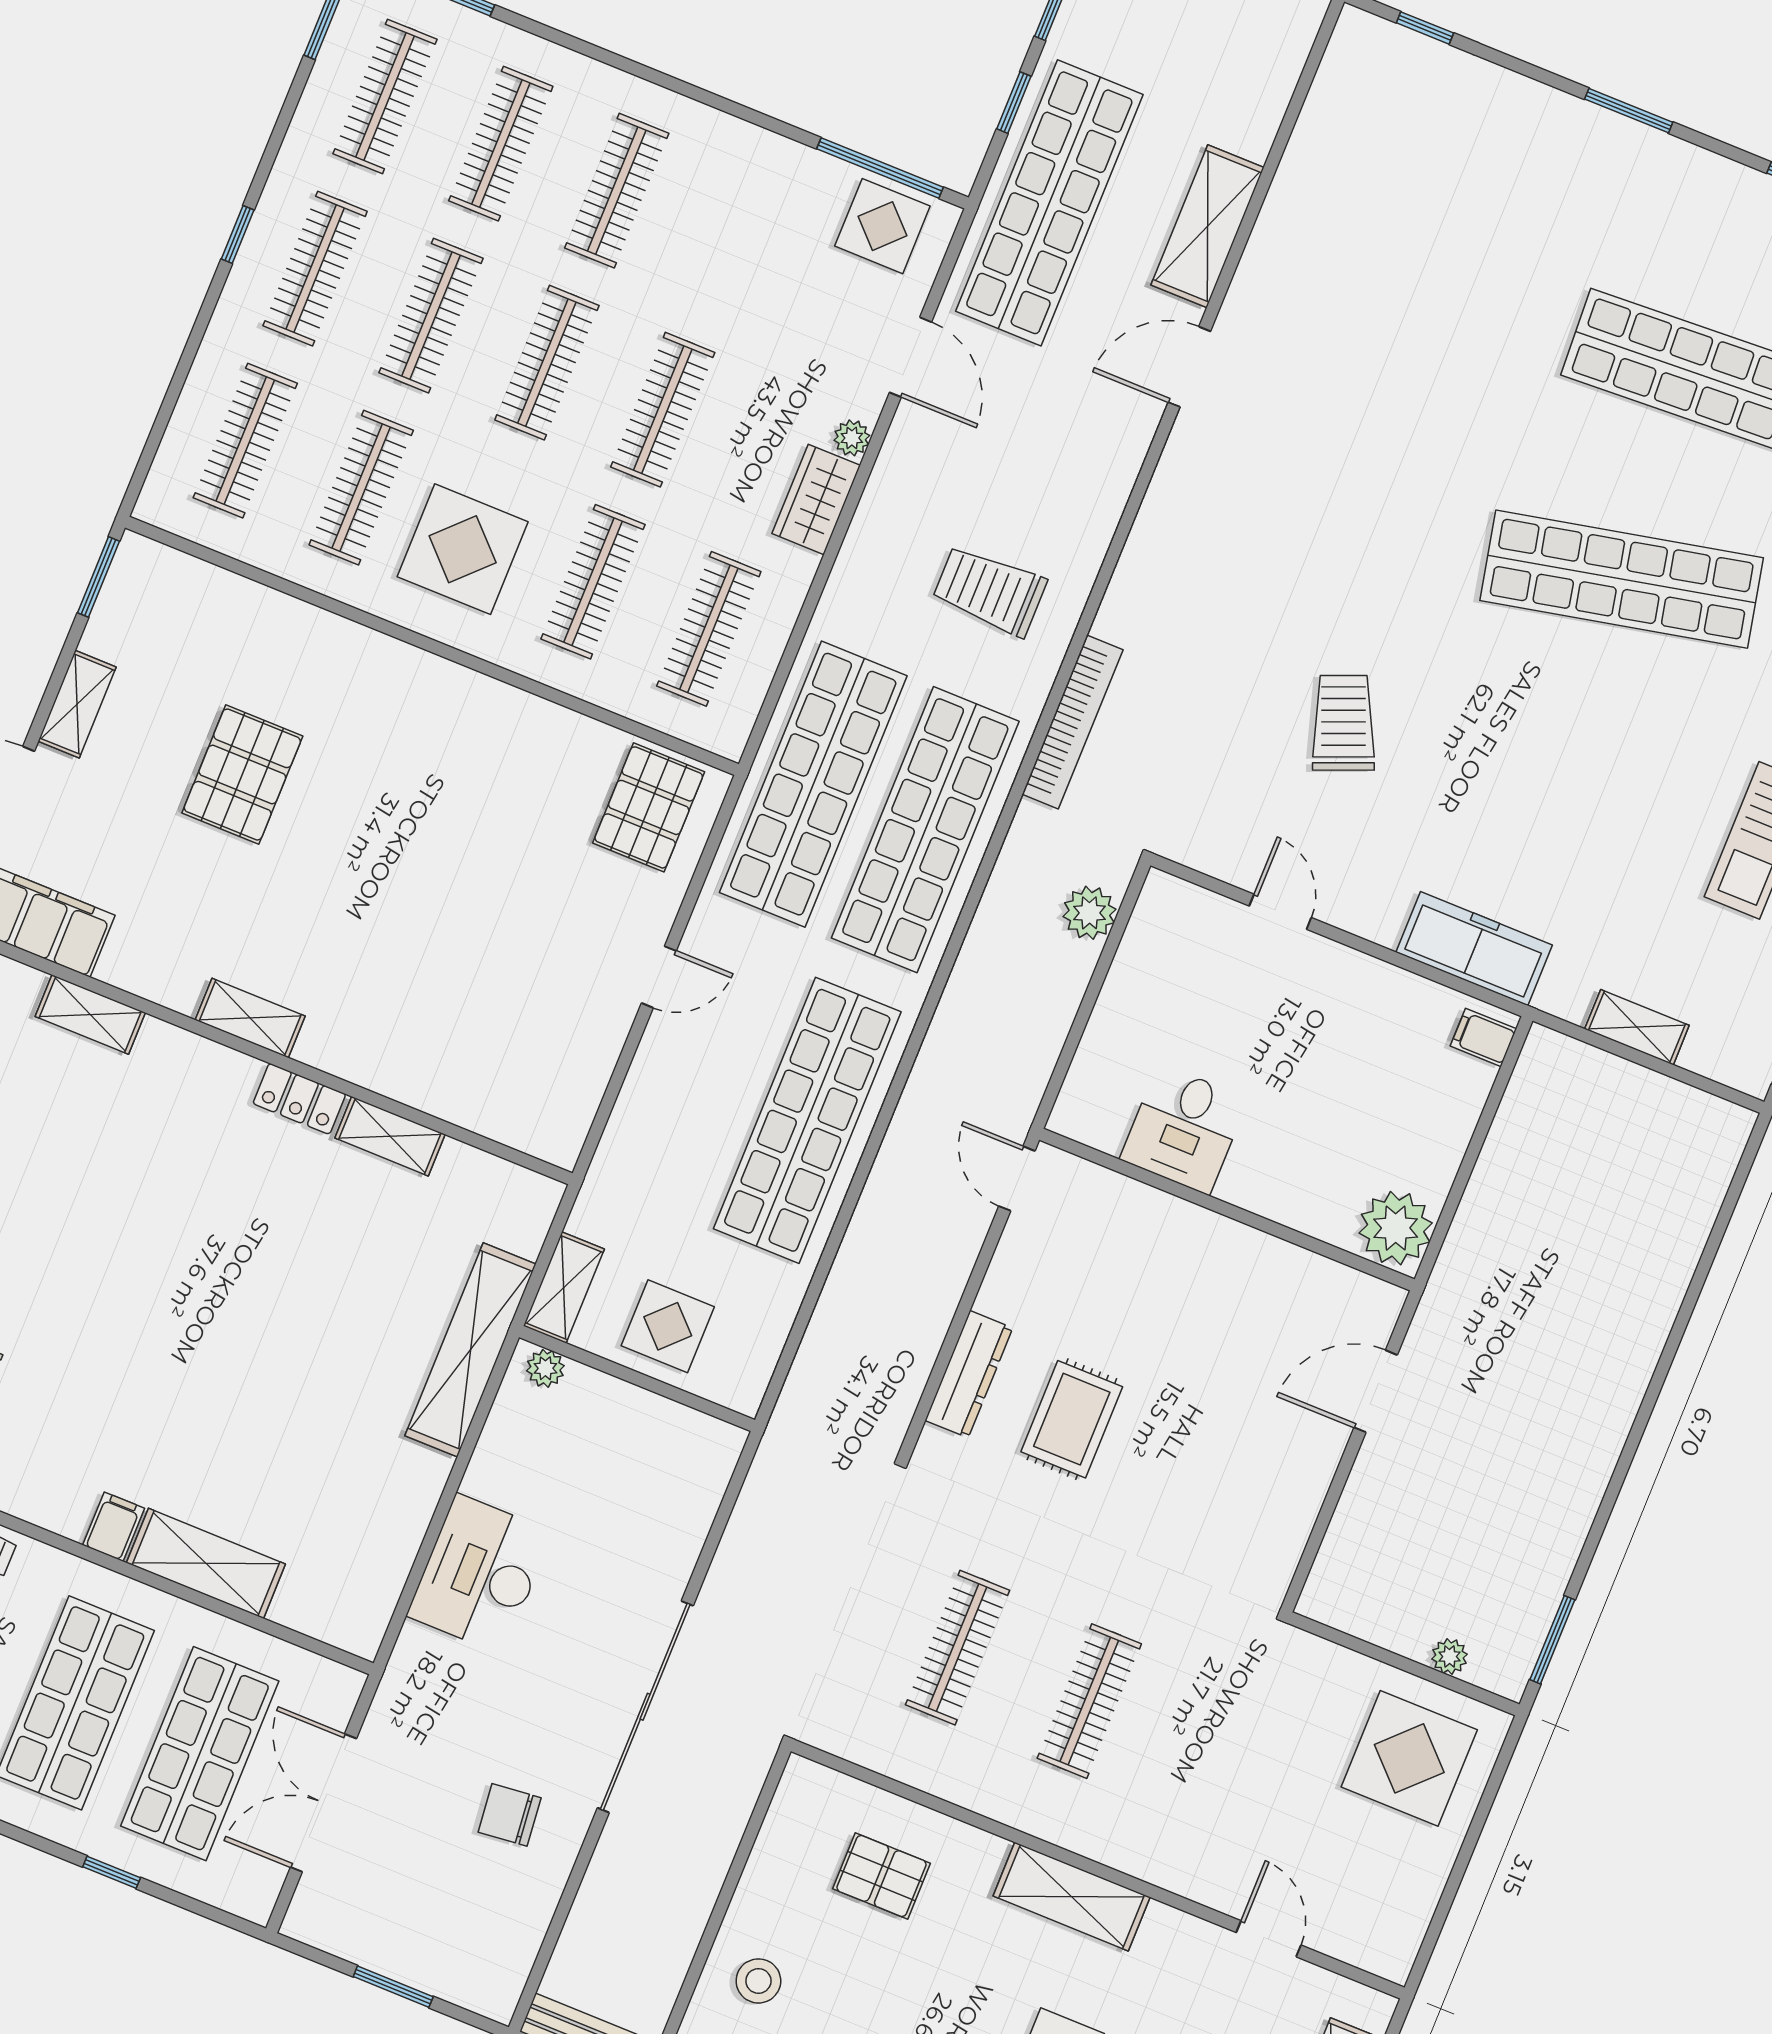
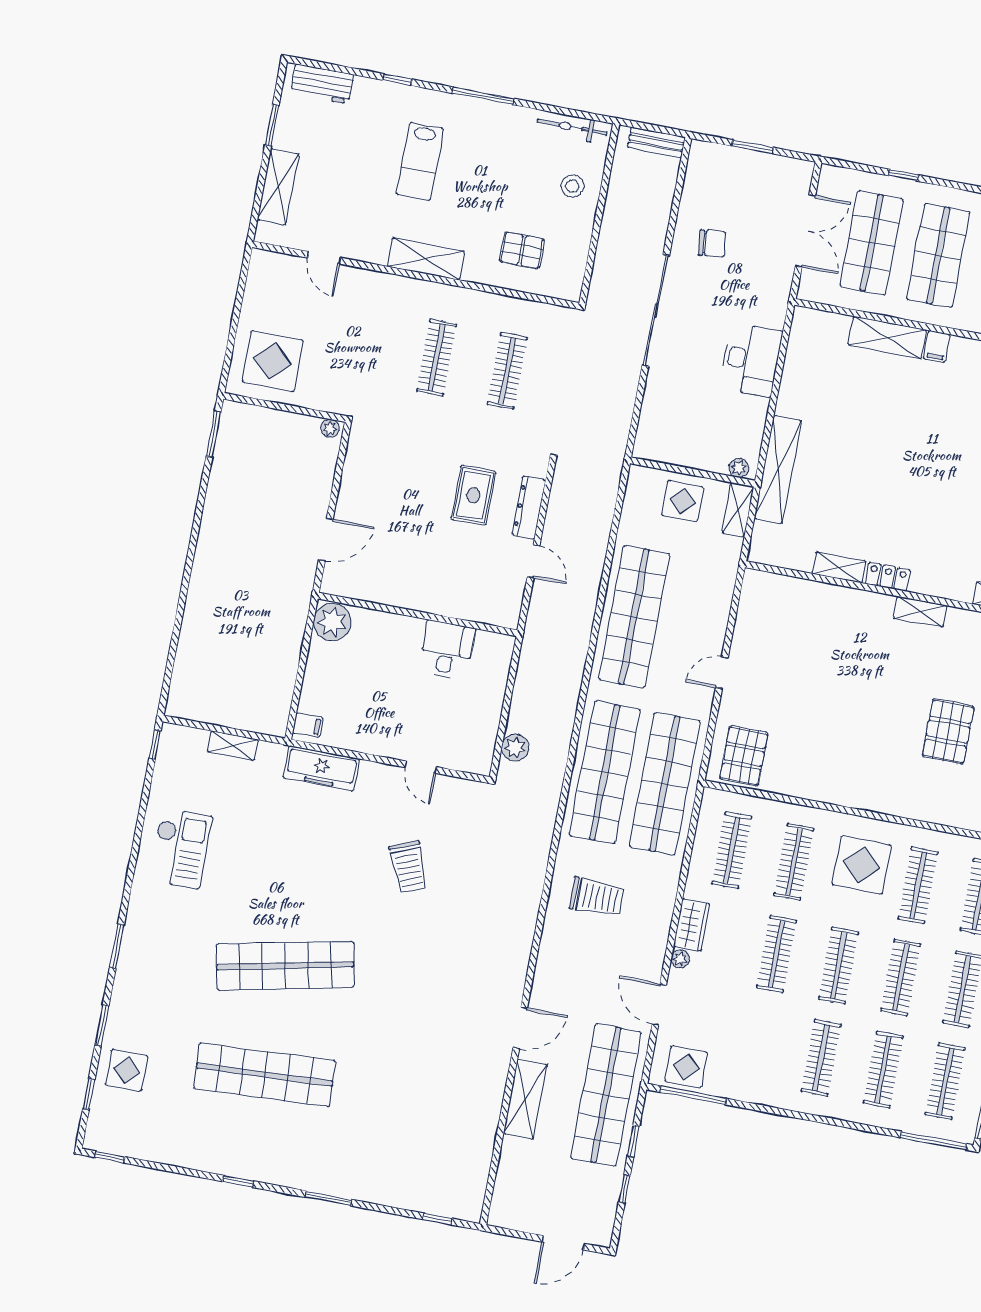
bookcase: (1073, 722) -> (543, 840), removed
door: (1017, 1179) -> (534, 561), moved
plant: (1450, 1657) -> (330, 428), moved

